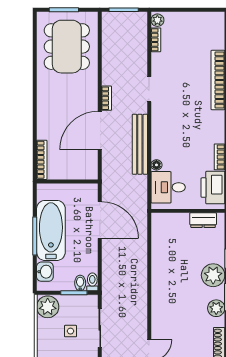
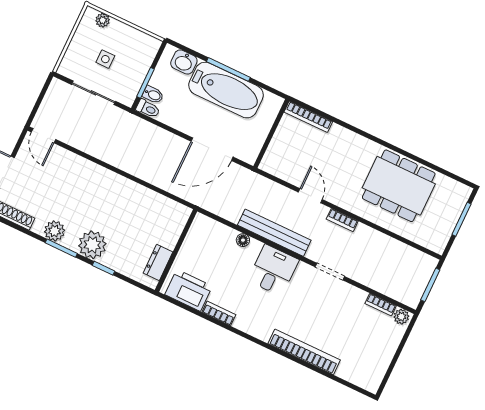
dining table: (67, 47) -> (399, 186), moved
door: (100, 131) -> (310, 196), width x0.53
desk: (168, 187) -> (273, 270), moved
plant: (48, 307) -> (103, 20), moved, width x0.53, depth x0.53

